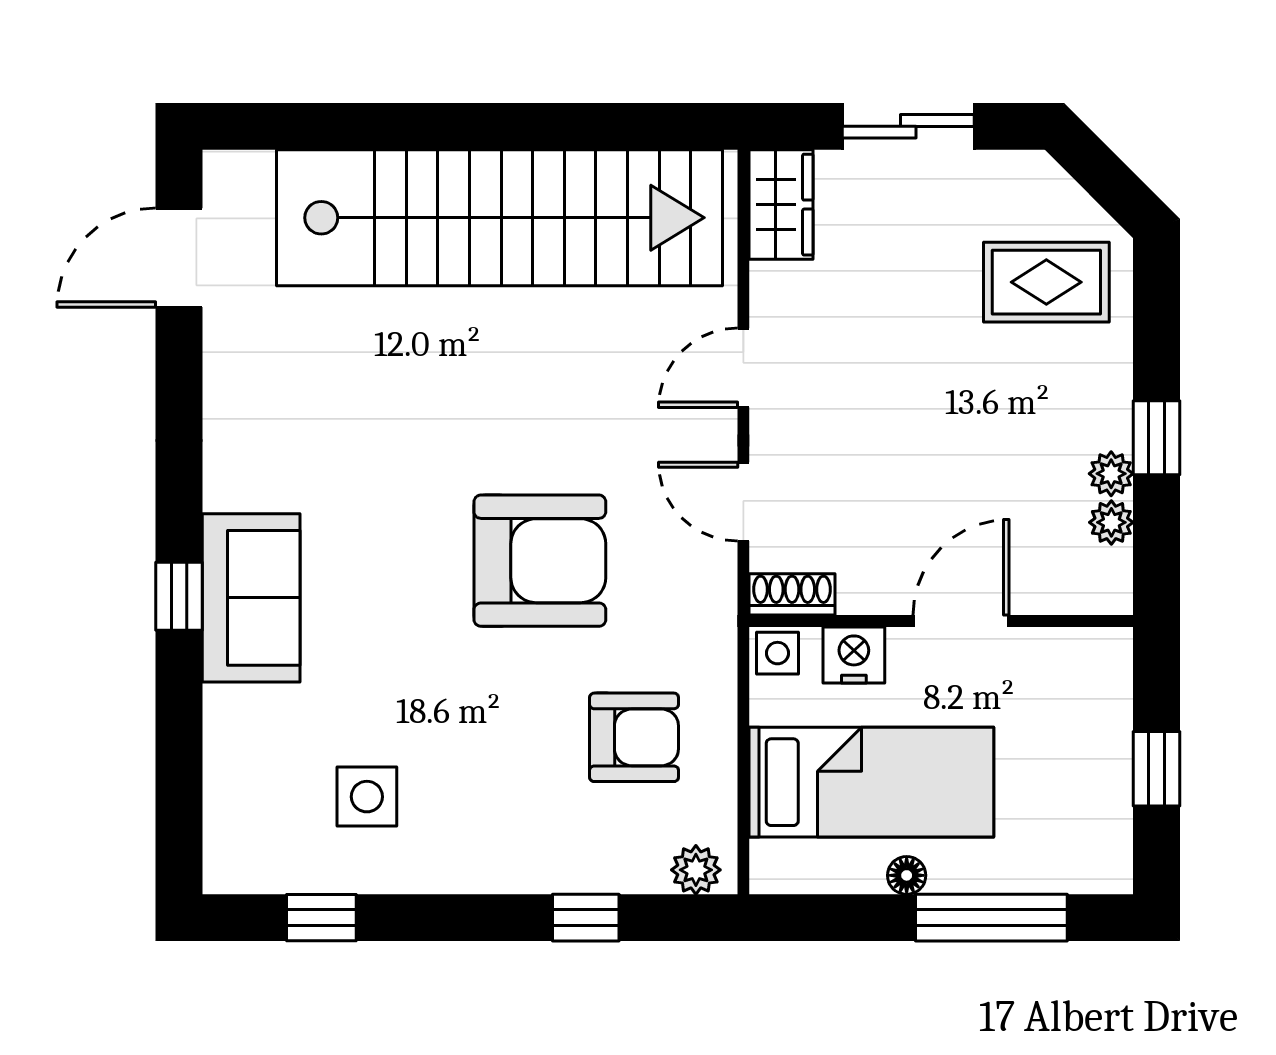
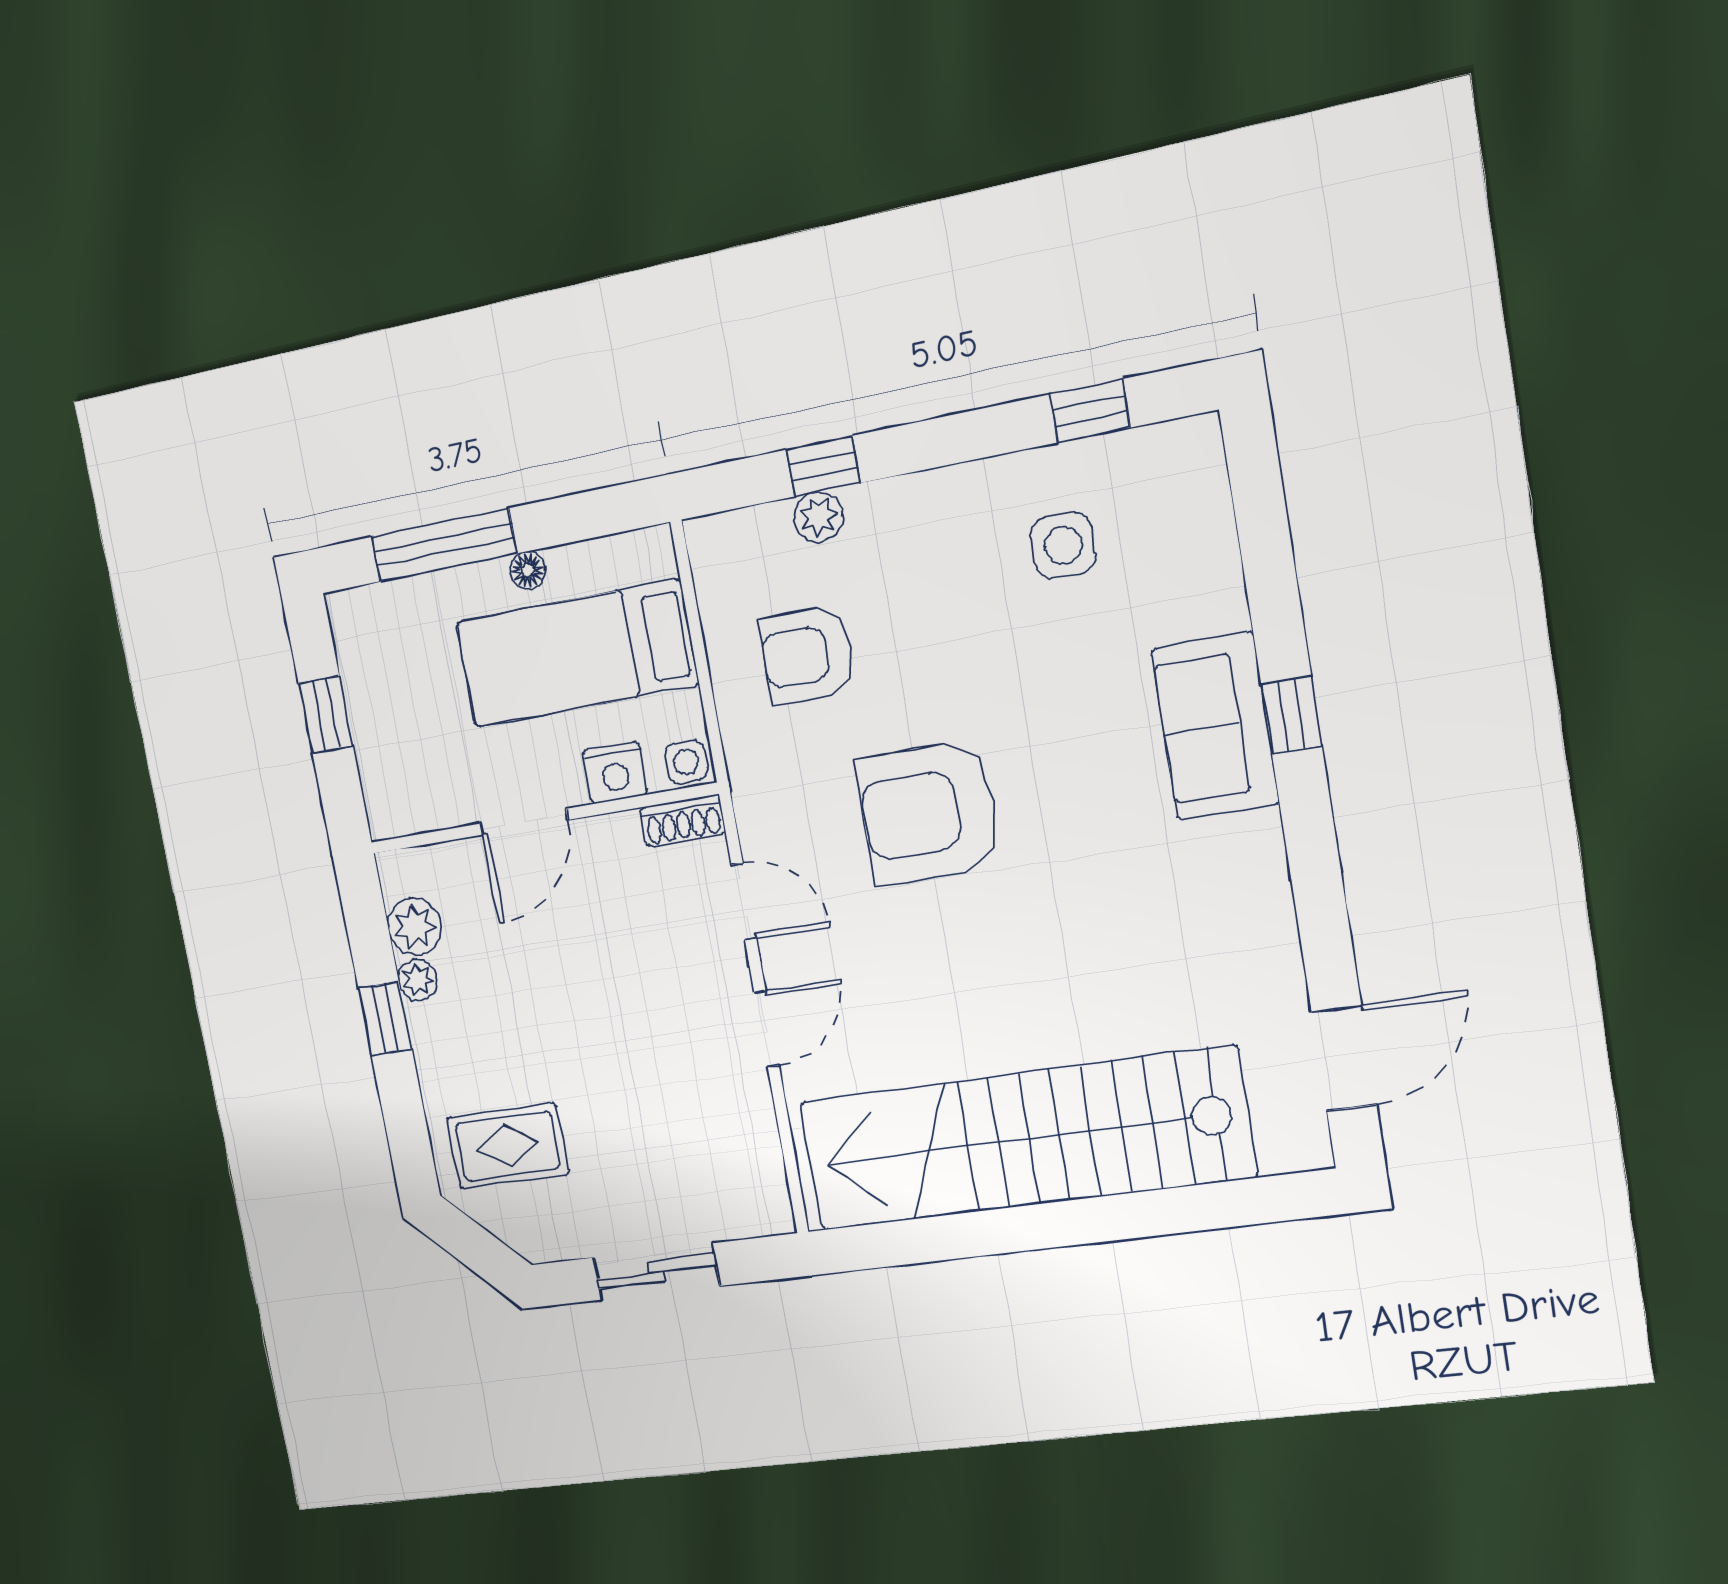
wardrobe: (781, 205) -> (759, 1186), removed
plant: (1111, 522) -> (415, 927), width x1.38, depth x1.38
plant: (696, 870) -> (818, 517), moved

